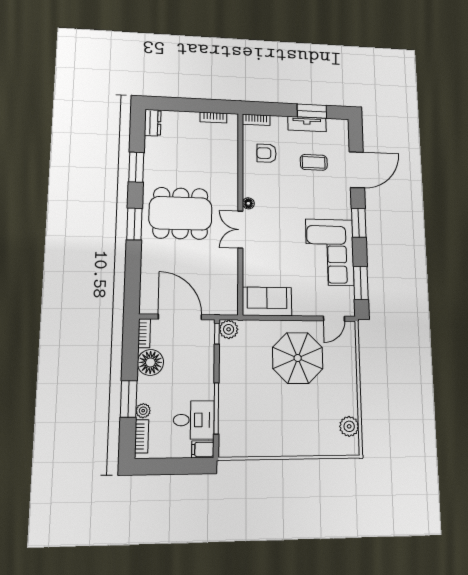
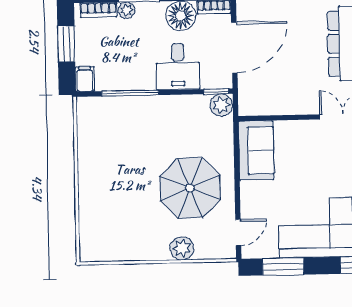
door: (334, 319) -> (238, 232), swing flipped
desk: (194, 420) -> (178, 67), moved
plant: (349, 426) -> (182, 248), moved
window: (171, 466) -> (66, 44), added

